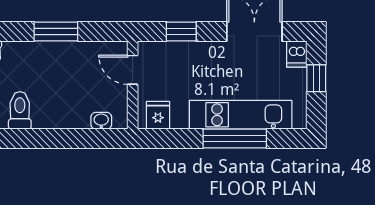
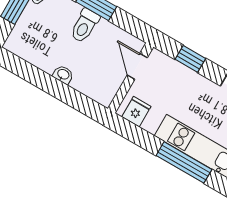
toilet: (20, 110) -> (85, 26), moved, turned 180
washbasin: (101, 121) -> (63, 75), moved

